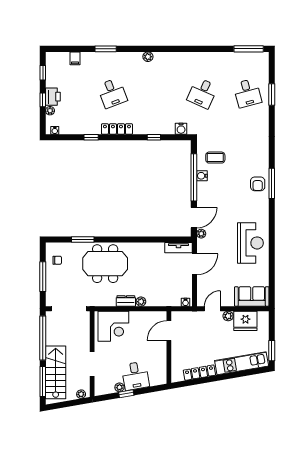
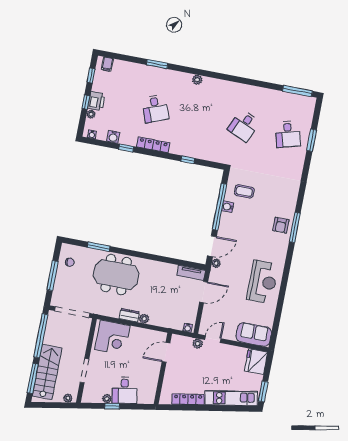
filing cabinet: (75, 58) -> (107, 64), moved
water cooler: (181, 129) -> (113, 137), moved
plant: (228, 316) -> (198, 344), moved
fridge: (245, 321) -> (256, 362), moved, turned 90

